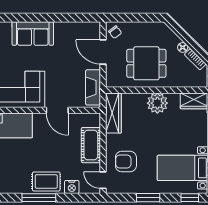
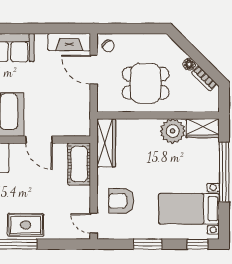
fireplace: (93, 87) -> (69, 42), moved, turned -90
plant: (157, 103) -> (173, 131), moved
cot: (91, 145) -> (79, 164), moved
nightstand: (72, 187) -> (56, 231), removed

